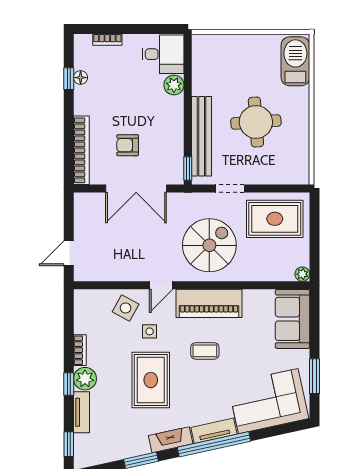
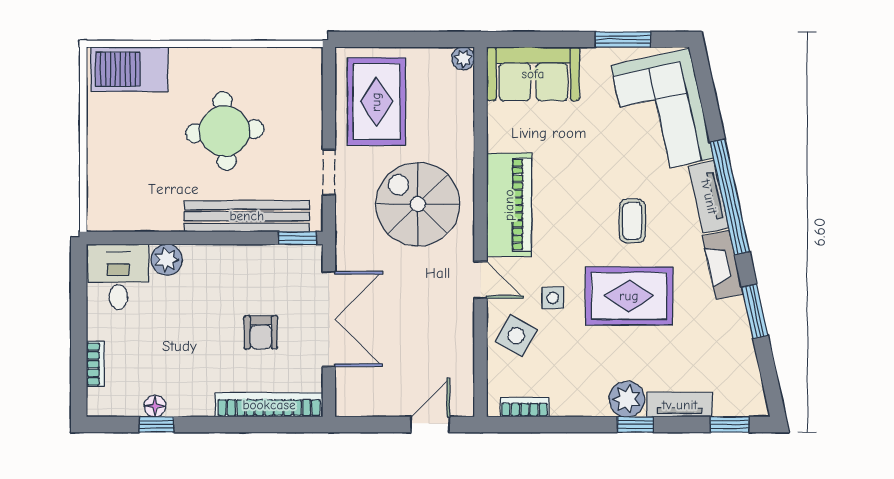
door: (69, 253) -> (430, 425), swing flipped
bookcase: (80, 350) -> (525, 407), moved
coffee table: (205, 351) -> (632, 221), moved

